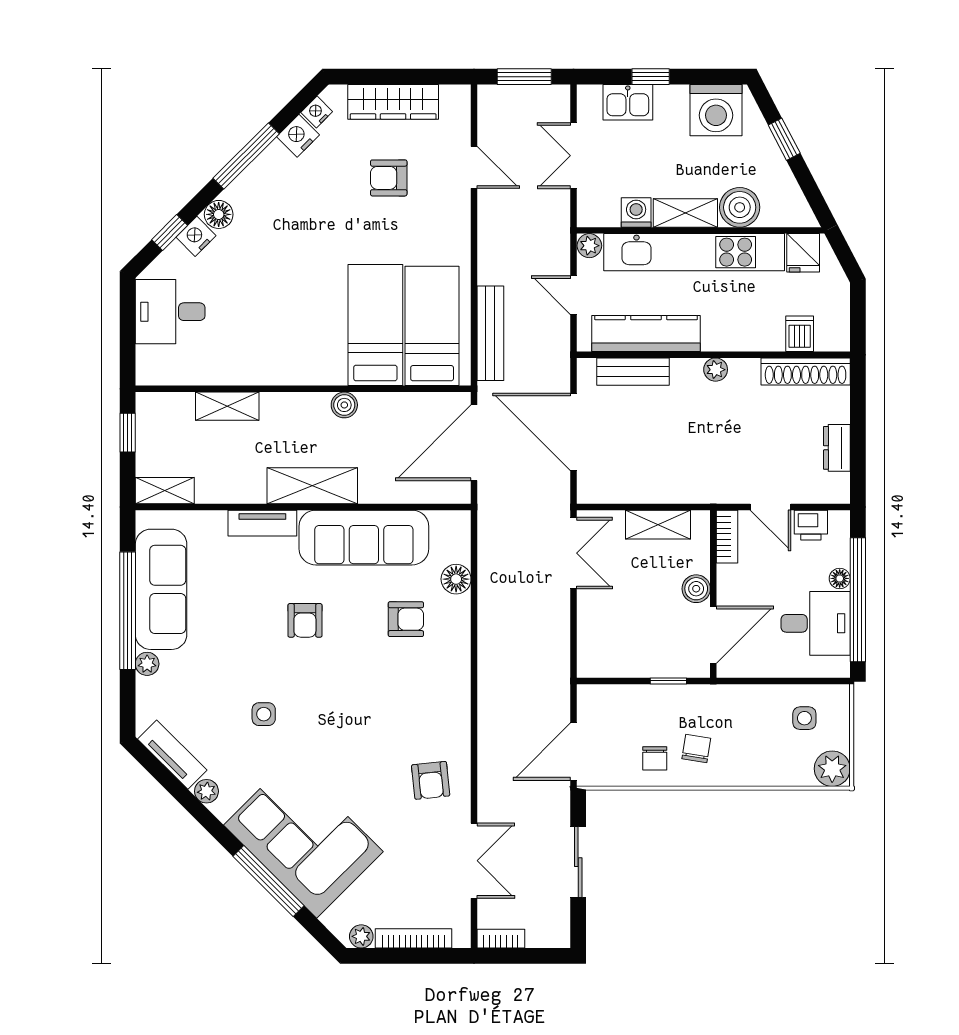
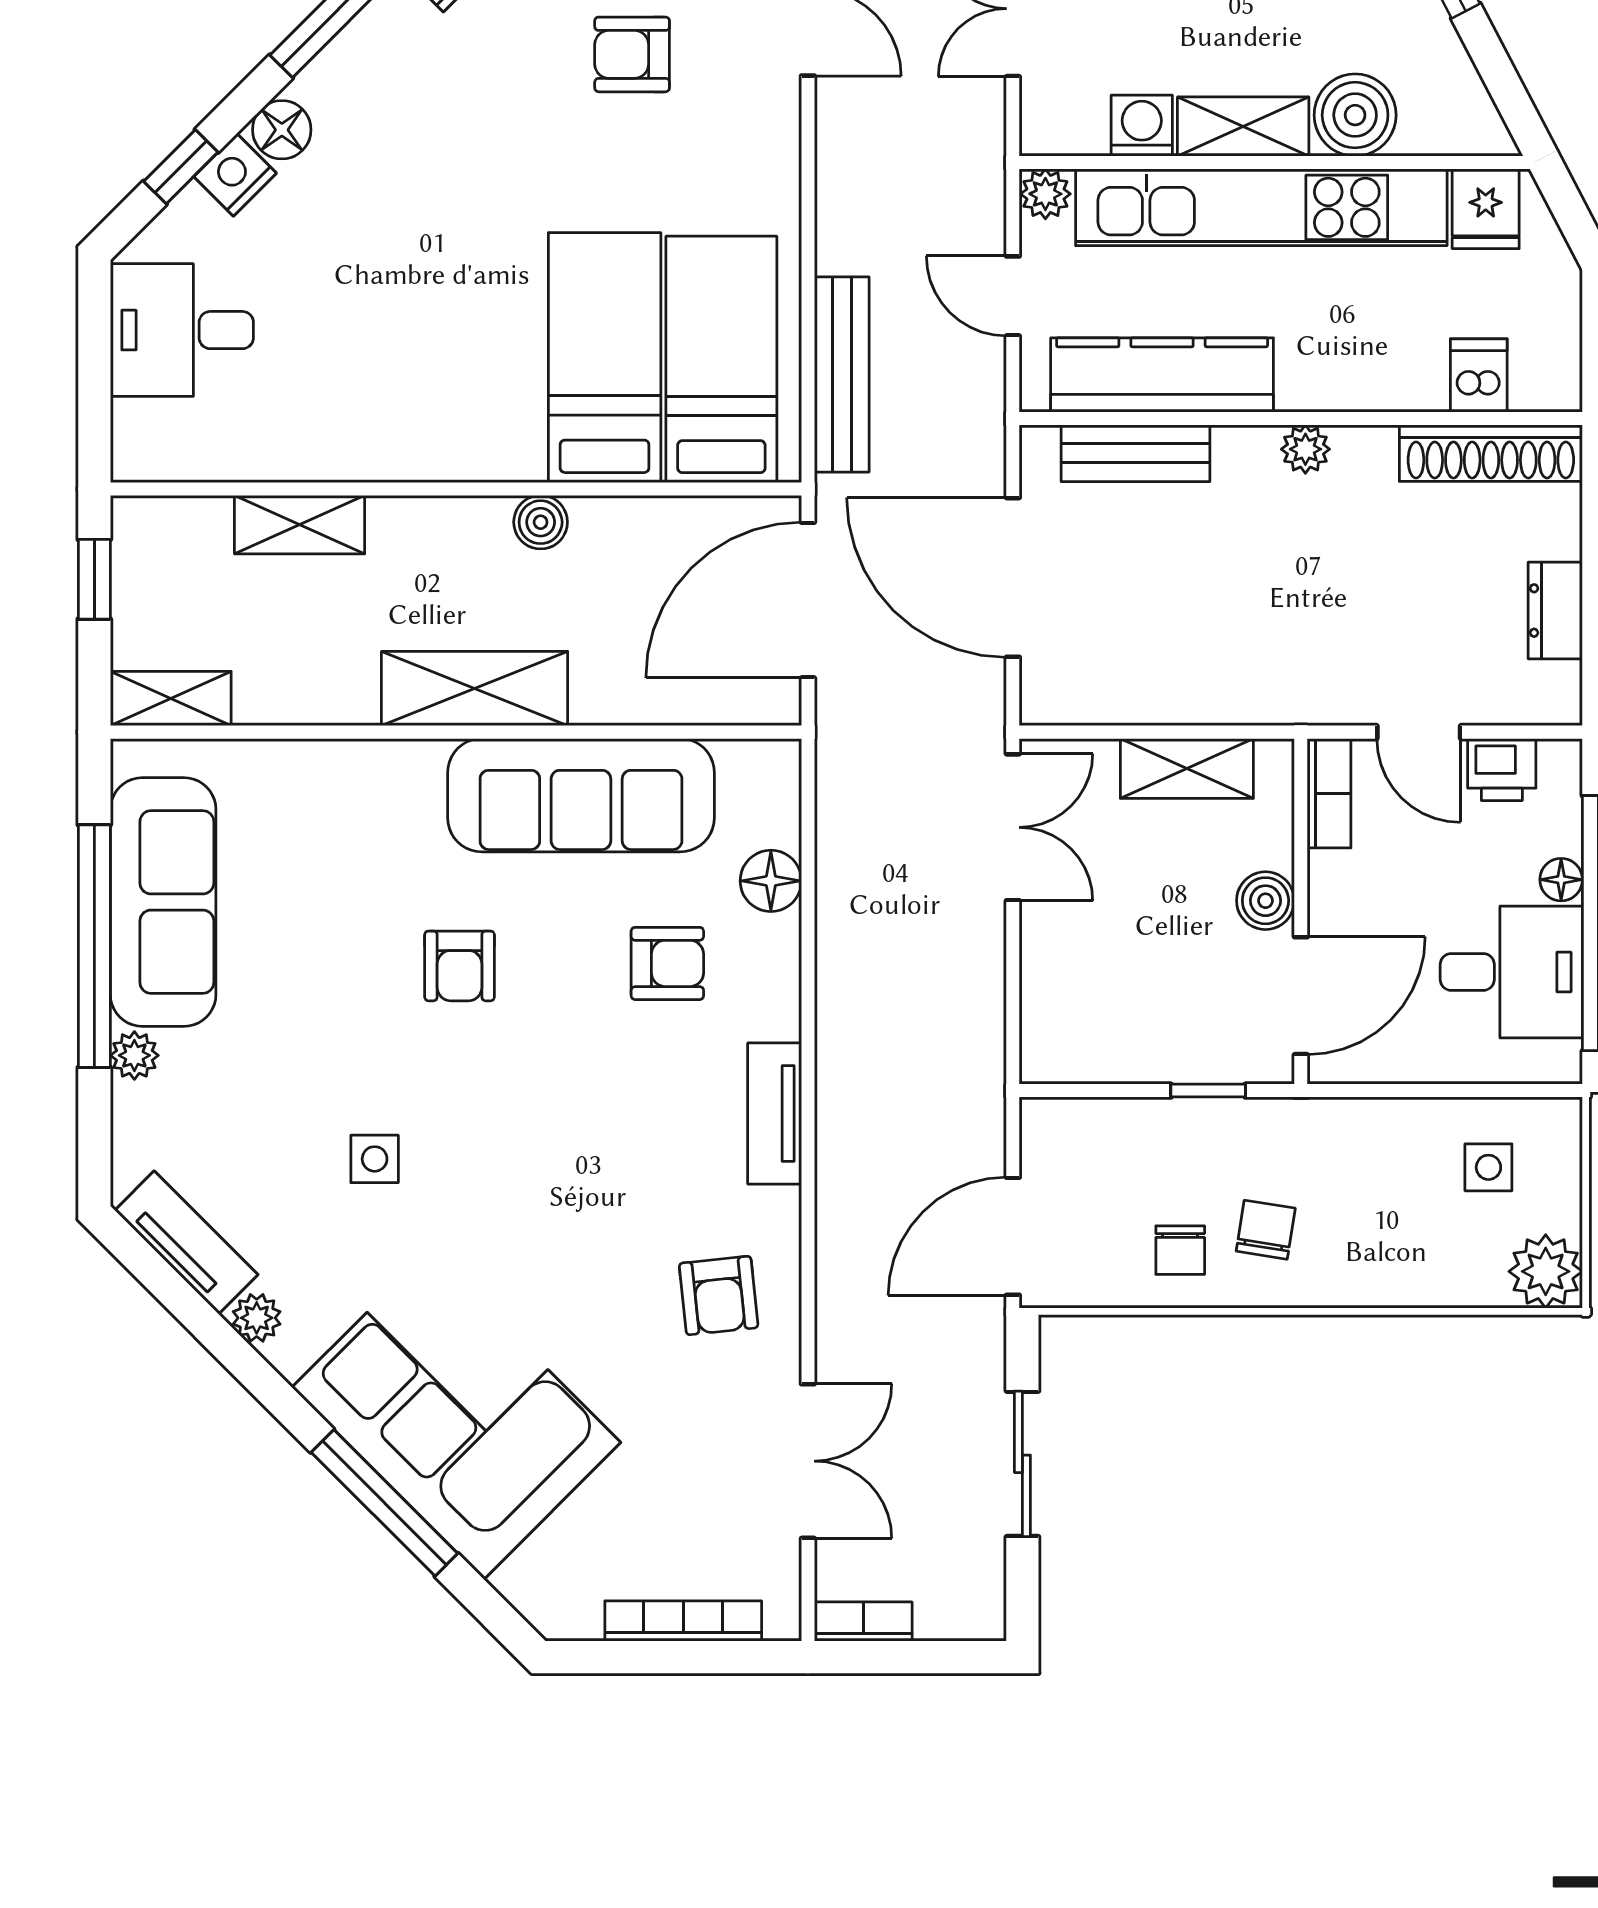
tv unit: (262, 523) -> (775, 1113), moved, turned 90
plant: (361, 936) -> (576, 1617), removed

